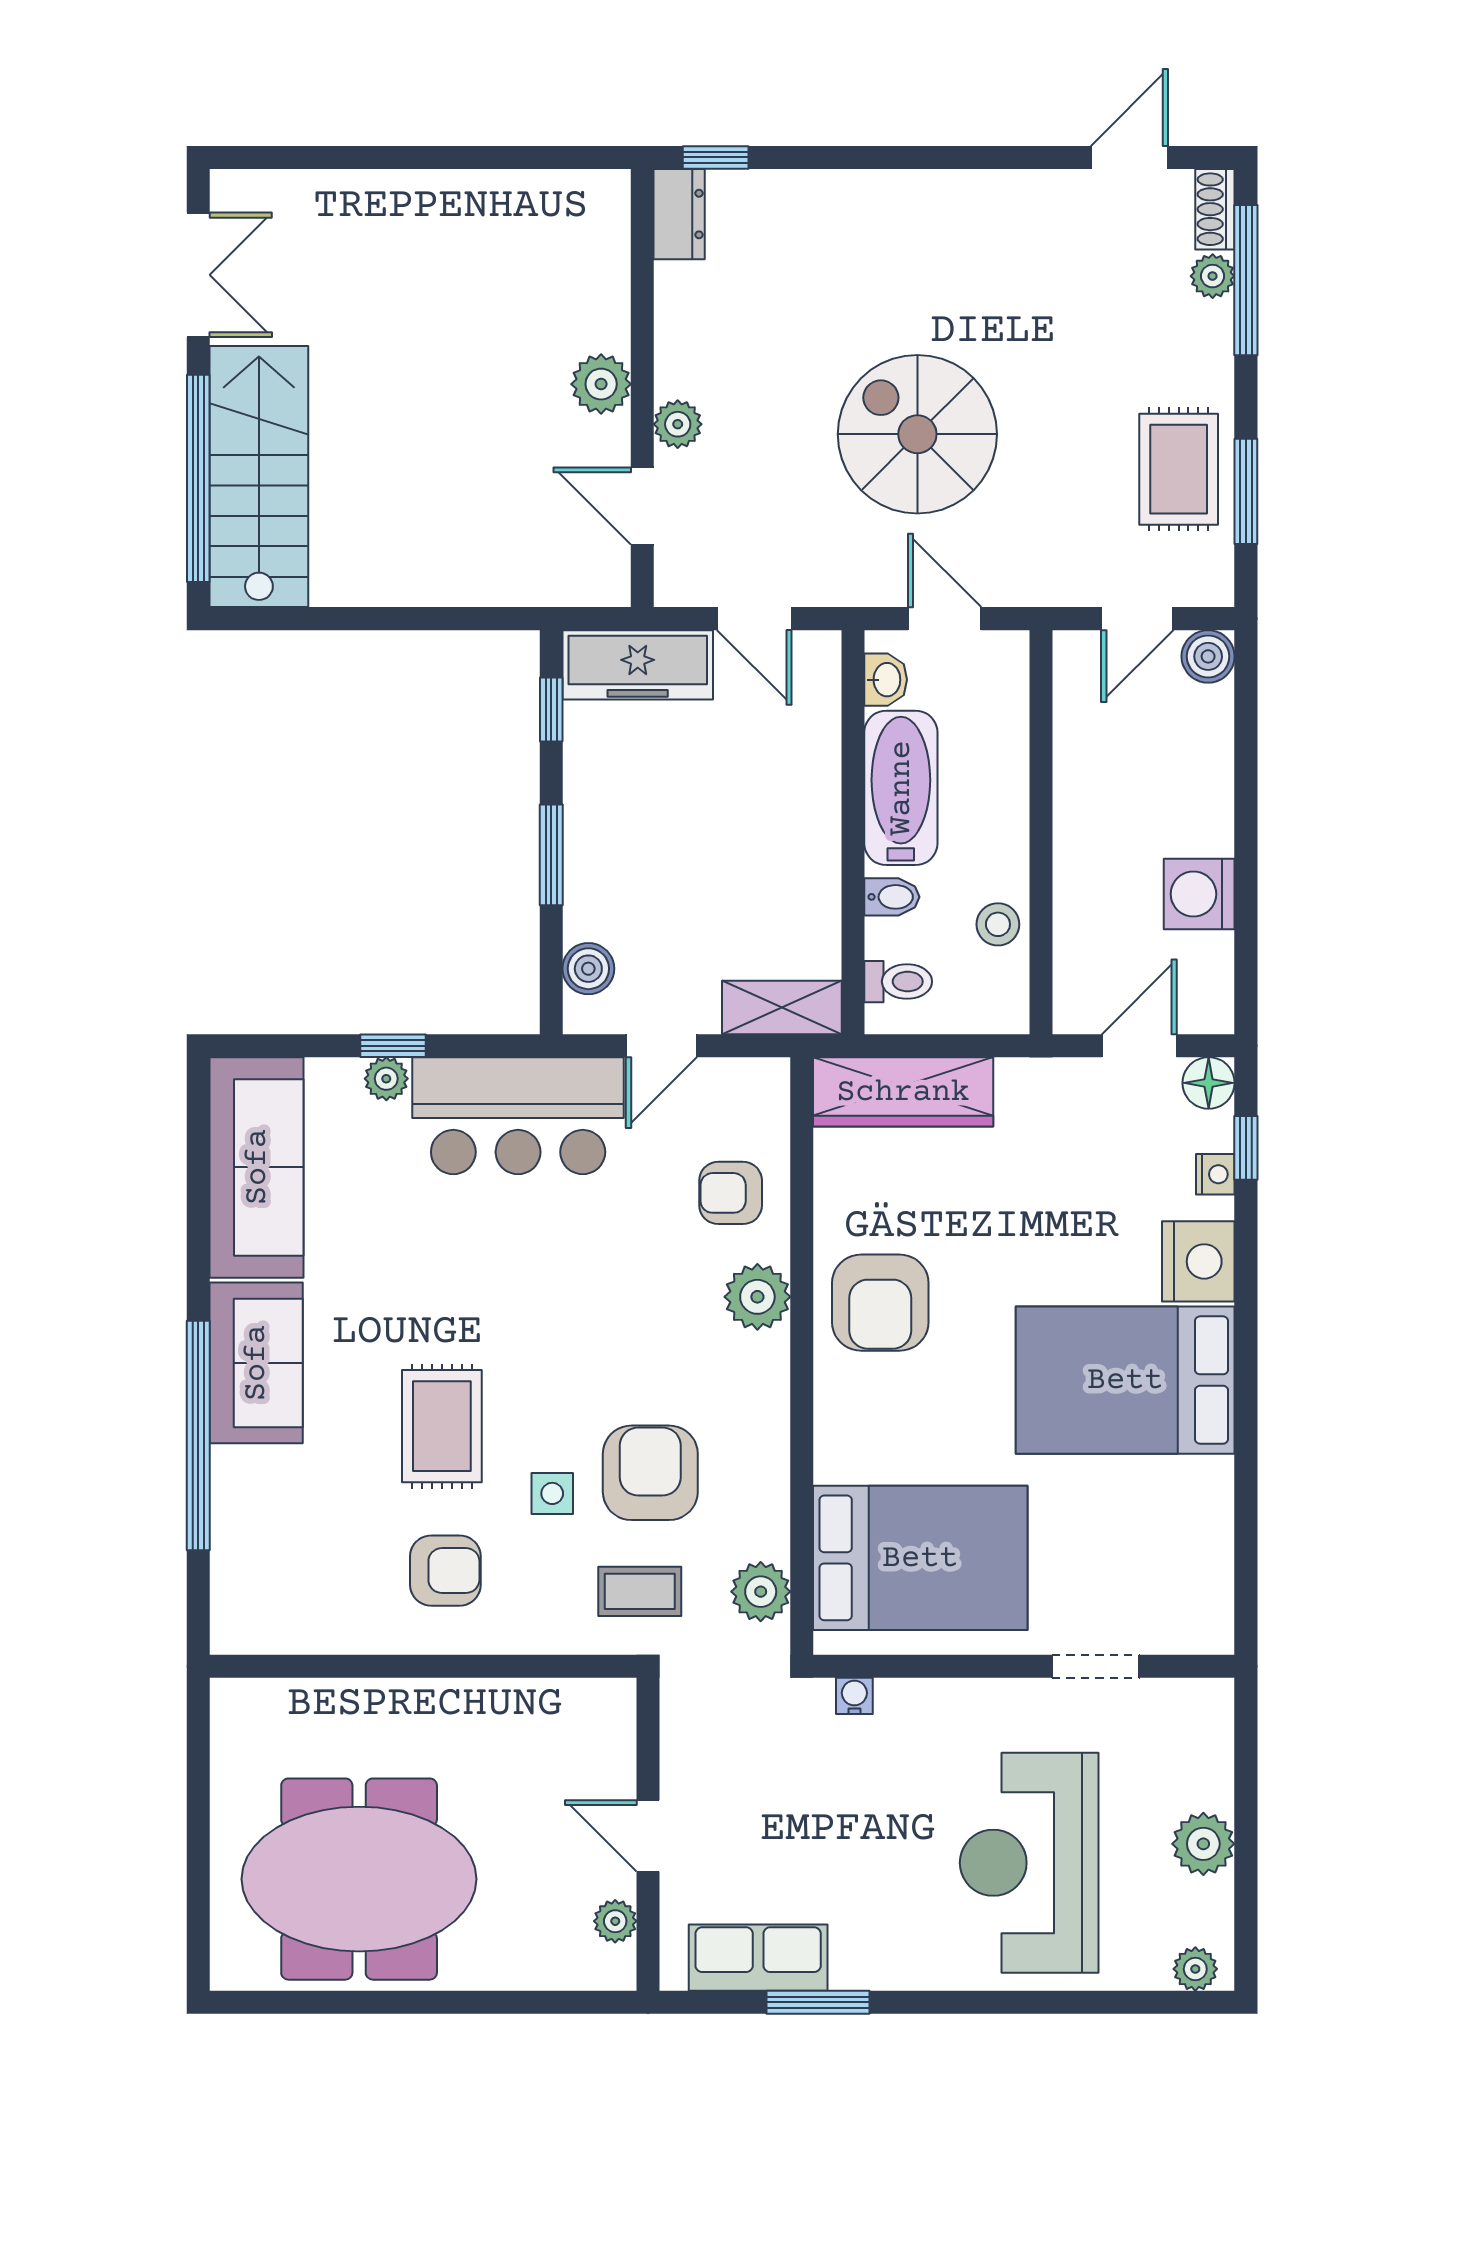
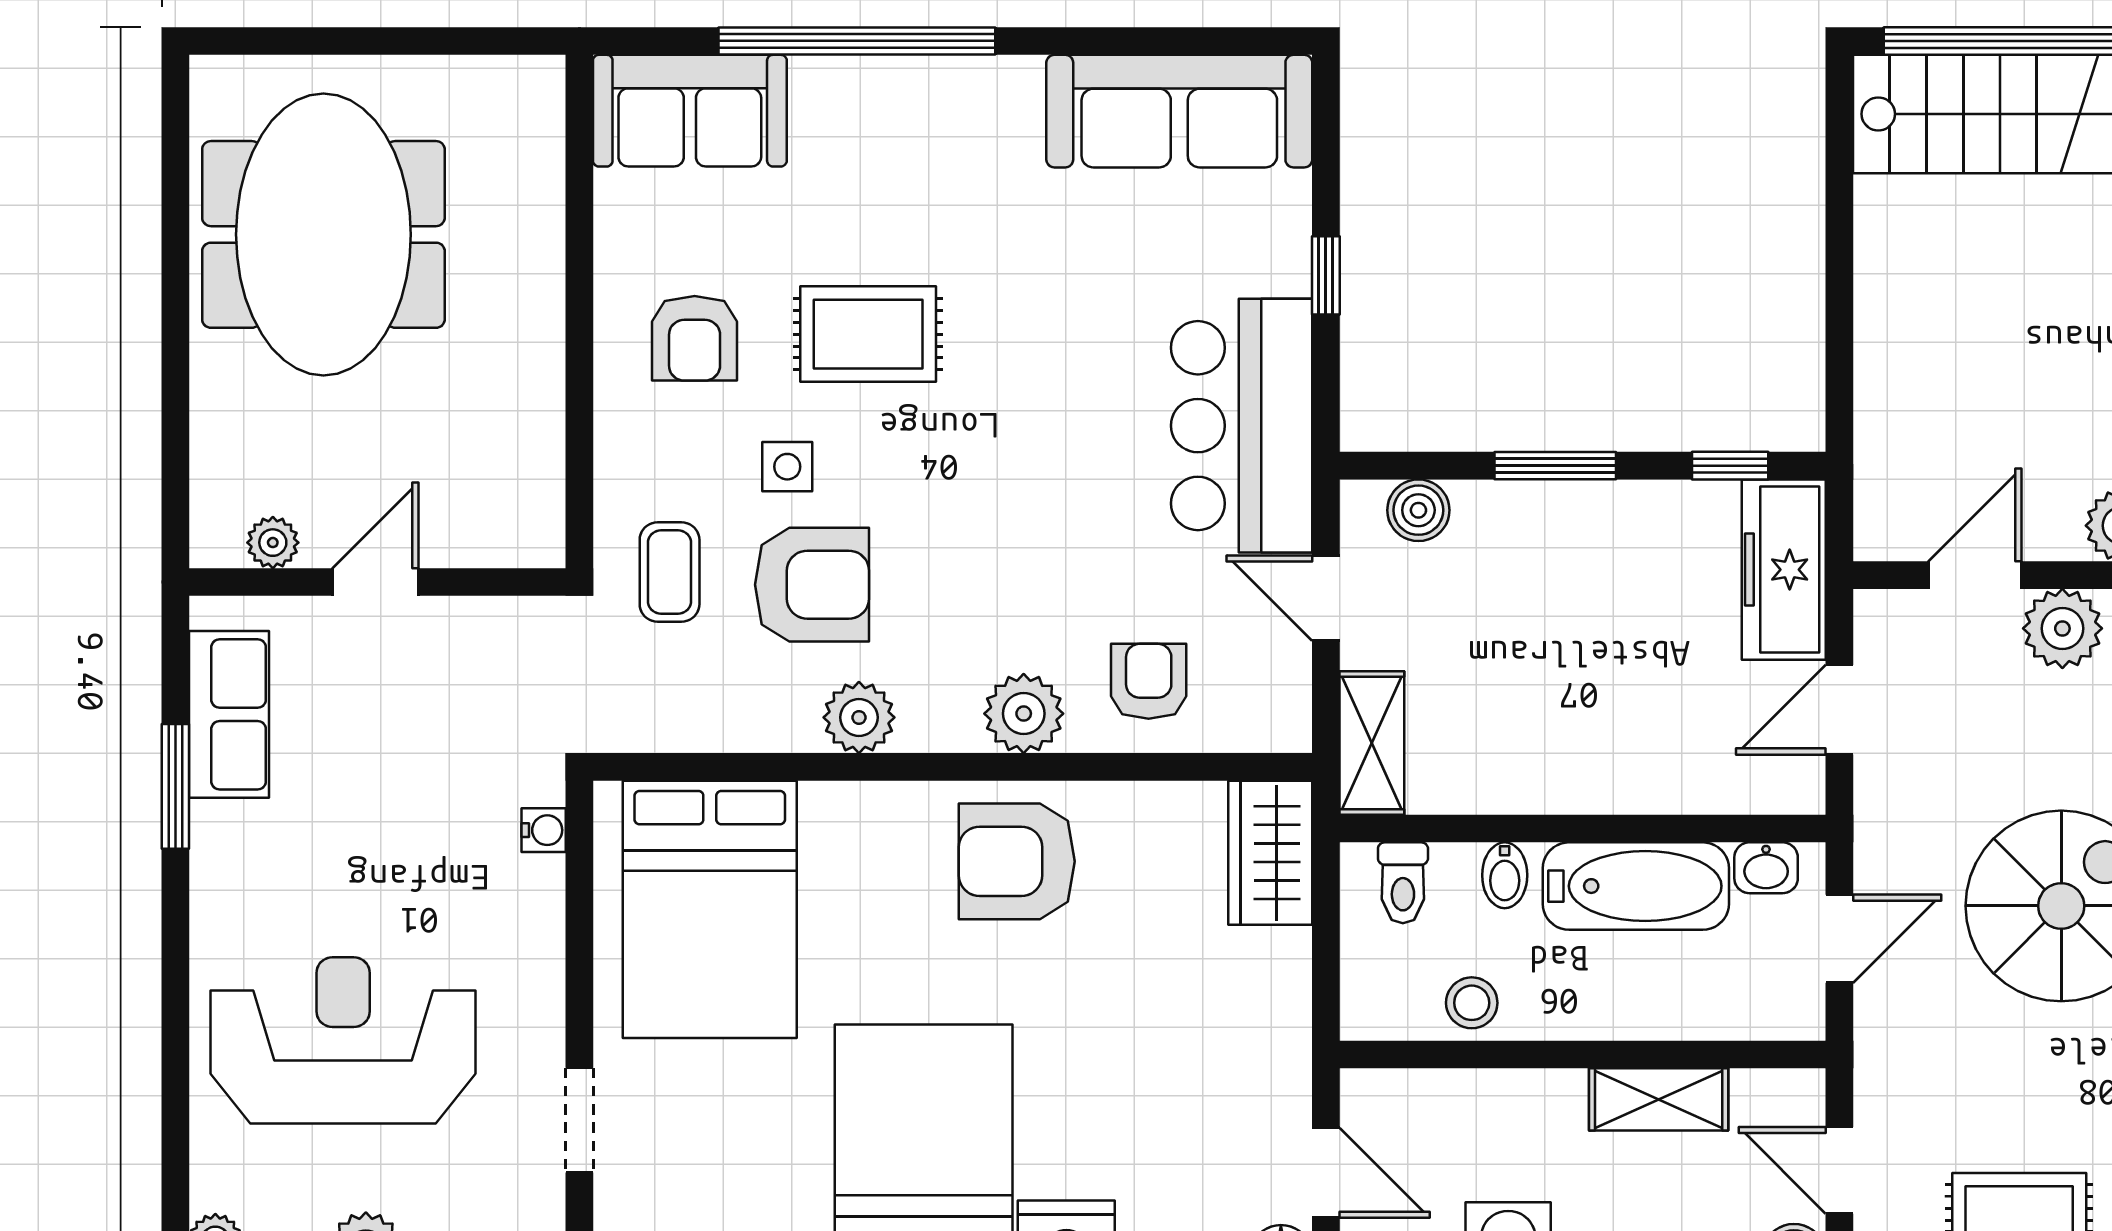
plant: (678, 424) -> (2062, 628), width x1.38, depth x1.38
shelving: (1078, 769) -> (1659, 1099), added
plant: (386, 1079) -> (1286, 267), removed
wardrobe: (903, 1092) -> (1270, 853), width x0.67
sofa: (256, 1363) -> (690, 111), moved
plant: (761, 1592) -> (859, 717), moved

